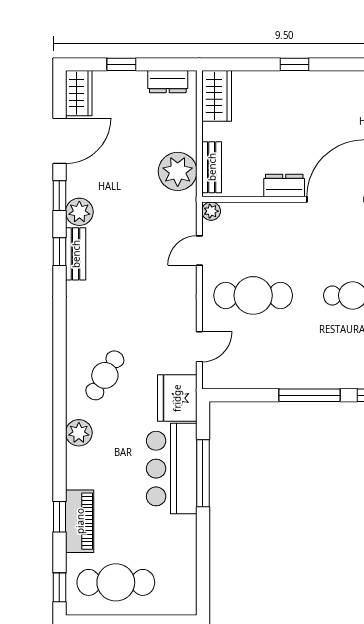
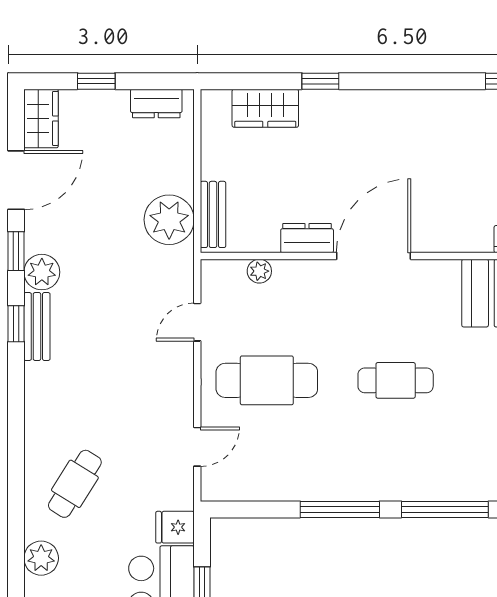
wardrobe: (217, 96) -> (265, 108), moved, turned 90
plant: (211, 211) -> (259, 271), moved
fridge: (177, 398) -> (175, 527), width x0.53, depth x0.75

